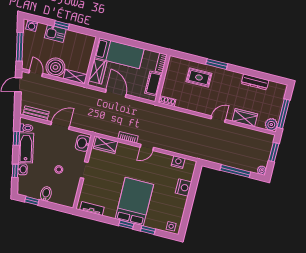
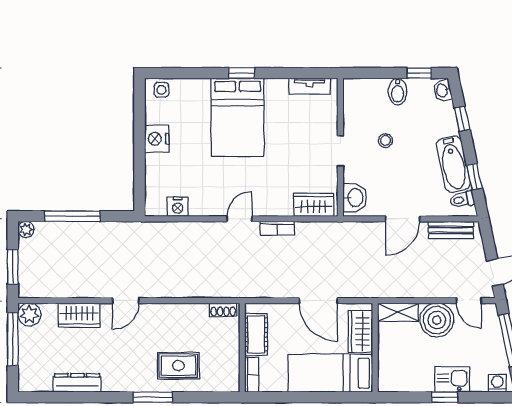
washbasin: (23, 169) -> (442, 90), moved
nightstand: (184, 187) -> (157, 139), moved
window: (148, 230) -> (201, 73), removed

